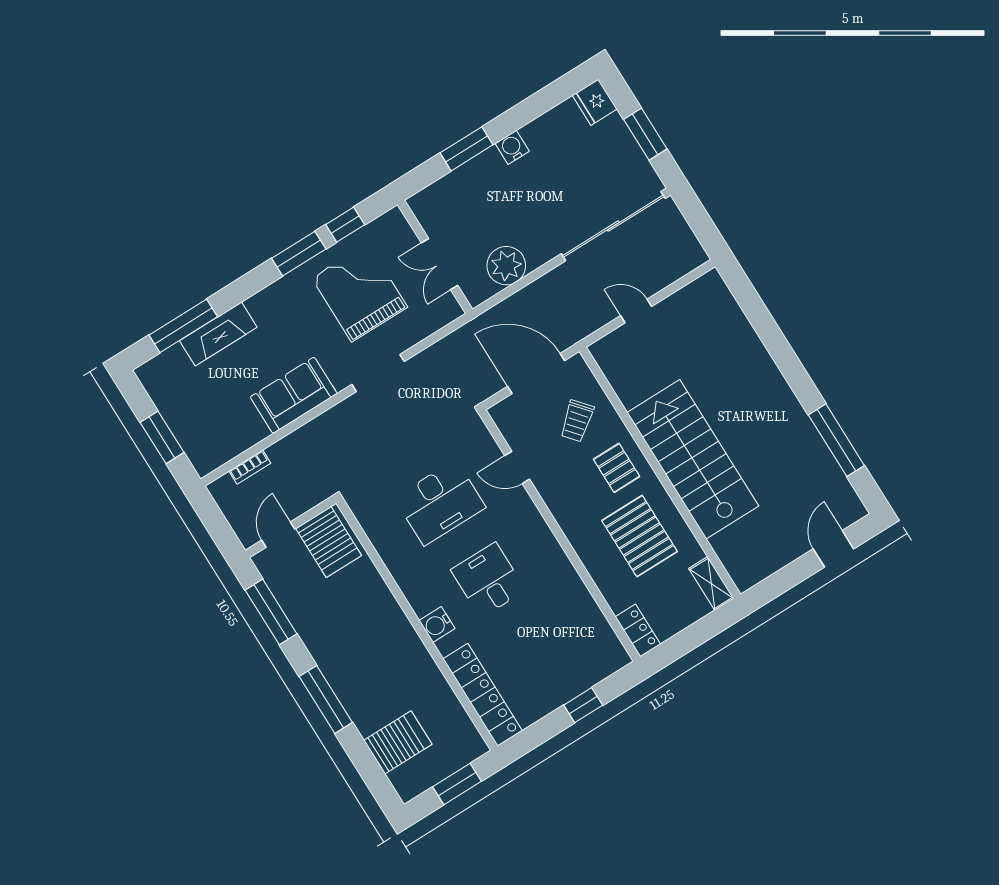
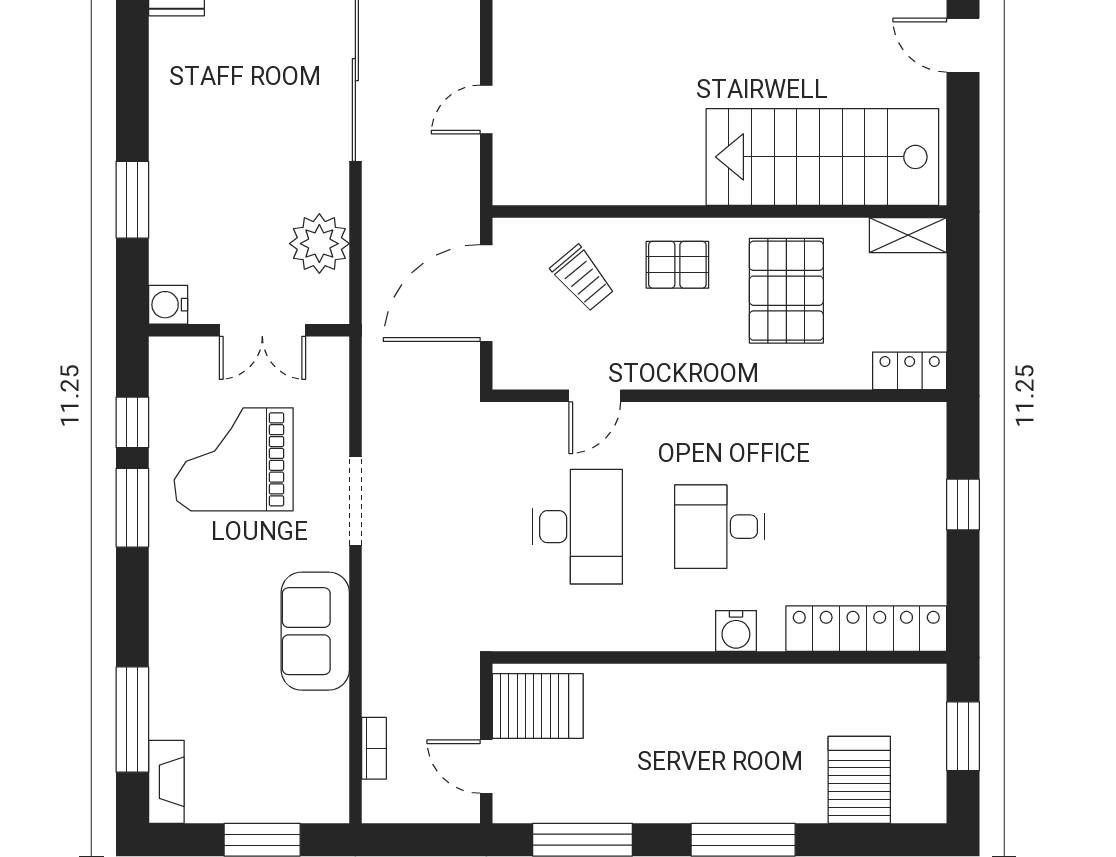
water cooler: (512, 147) -> (168, 305), moved
fireplace: (218, 334) -> (166, 782), moved, width x0.73, depth x0.76
stairs: (693, 459) -> (822, 157), moved
pallet: (640, 536) -> (786, 291), turned 90

